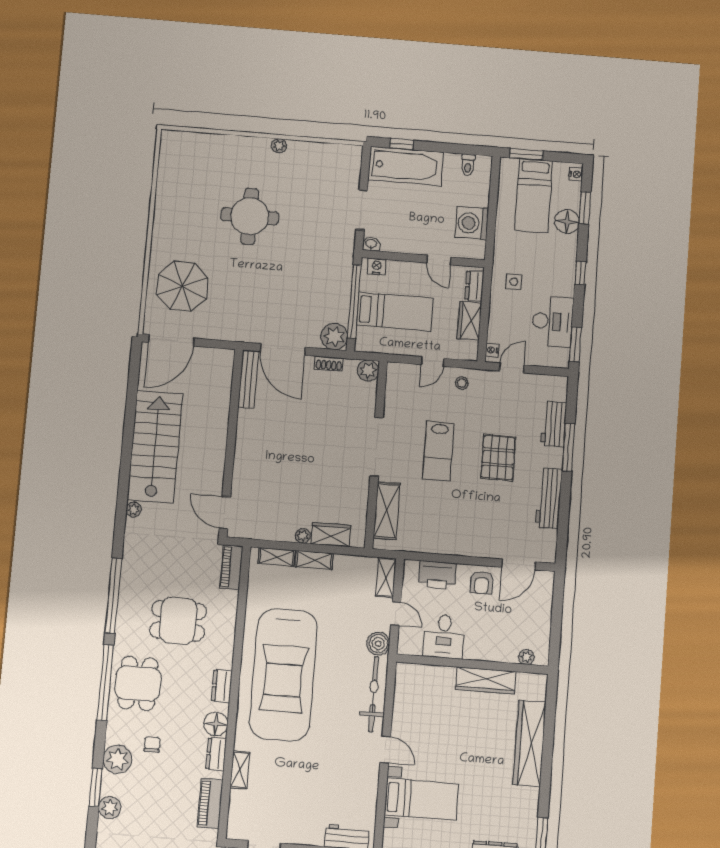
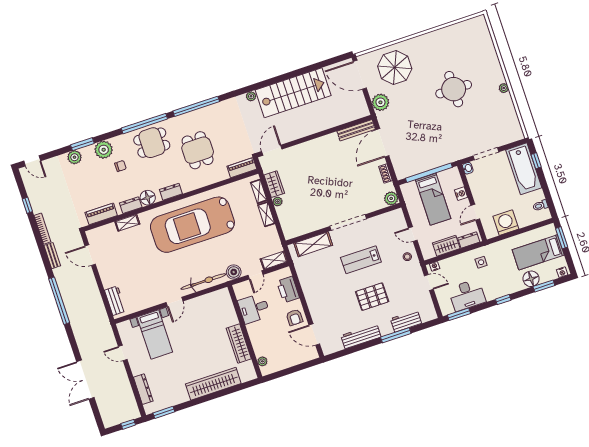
nightstand: (377, 267) -> (461, 194), moved
plant: (334, 337) -> (380, 102), moved
wardrobe: (331, 535) -> (274, 184), moved
armchair: (482, 583) -> (295, 317), turned -90

